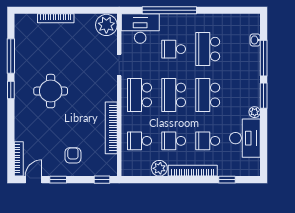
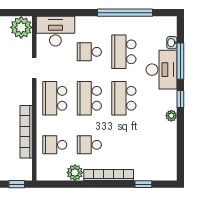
window: (169, 10) -> (125, 13), moved
window: (264, 96) -> (180, 99), width x0.67
desk: (245, 138) -> (162, 70), moved
school desk: (208, 141) -> (124, 145), removed

